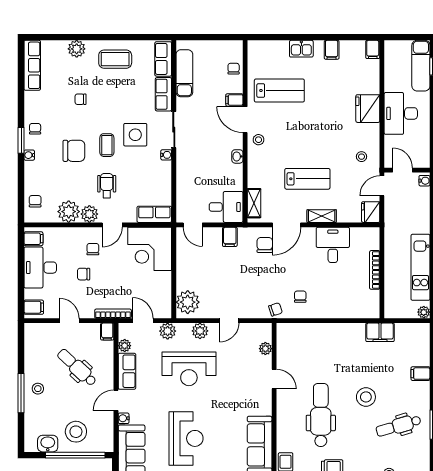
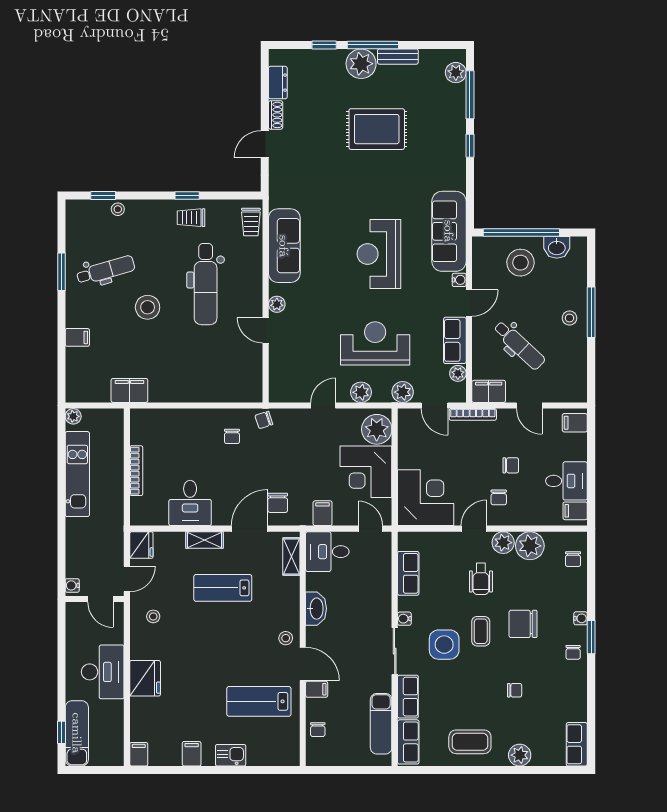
row of seats: (32, 65) -> (577, 744), width x0.68
washbasin: (237, 156) -> (316, 609), width x1.91, depth x1.45
row of seats: (154, 214) -> (408, 573), moved, turned -90
desk: (40, 268) -> (566, 481), width x0.73
corner desk: (196, 269) -> (366, 472), added
filing cabinet: (107, 332) -> (489, 391), width x2.00
plant: (265, 349) -> (277, 304), moved

